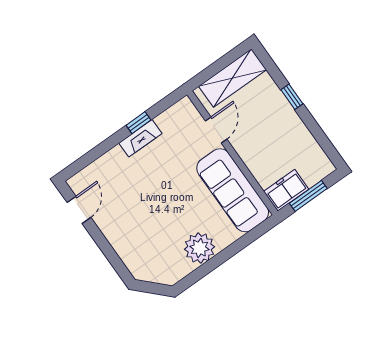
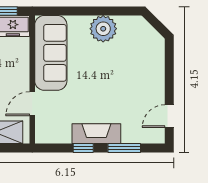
fireplace: (140, 138) -> (96, 134), width x1.37, depth x1.32
window: (100, 150) -> (124, 148), added

